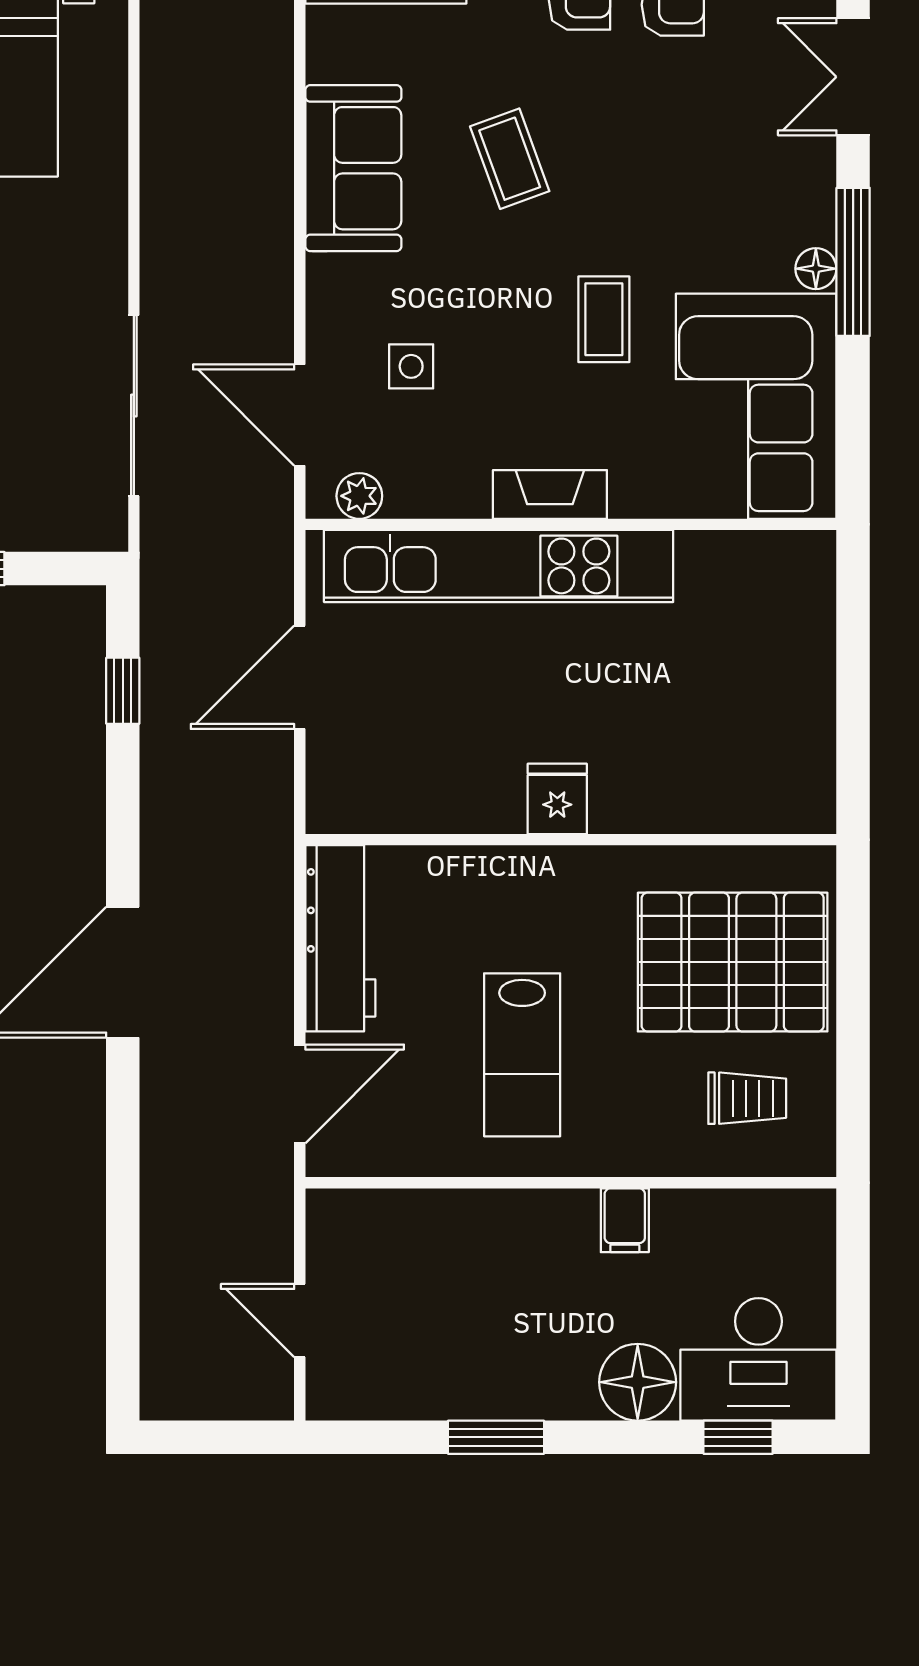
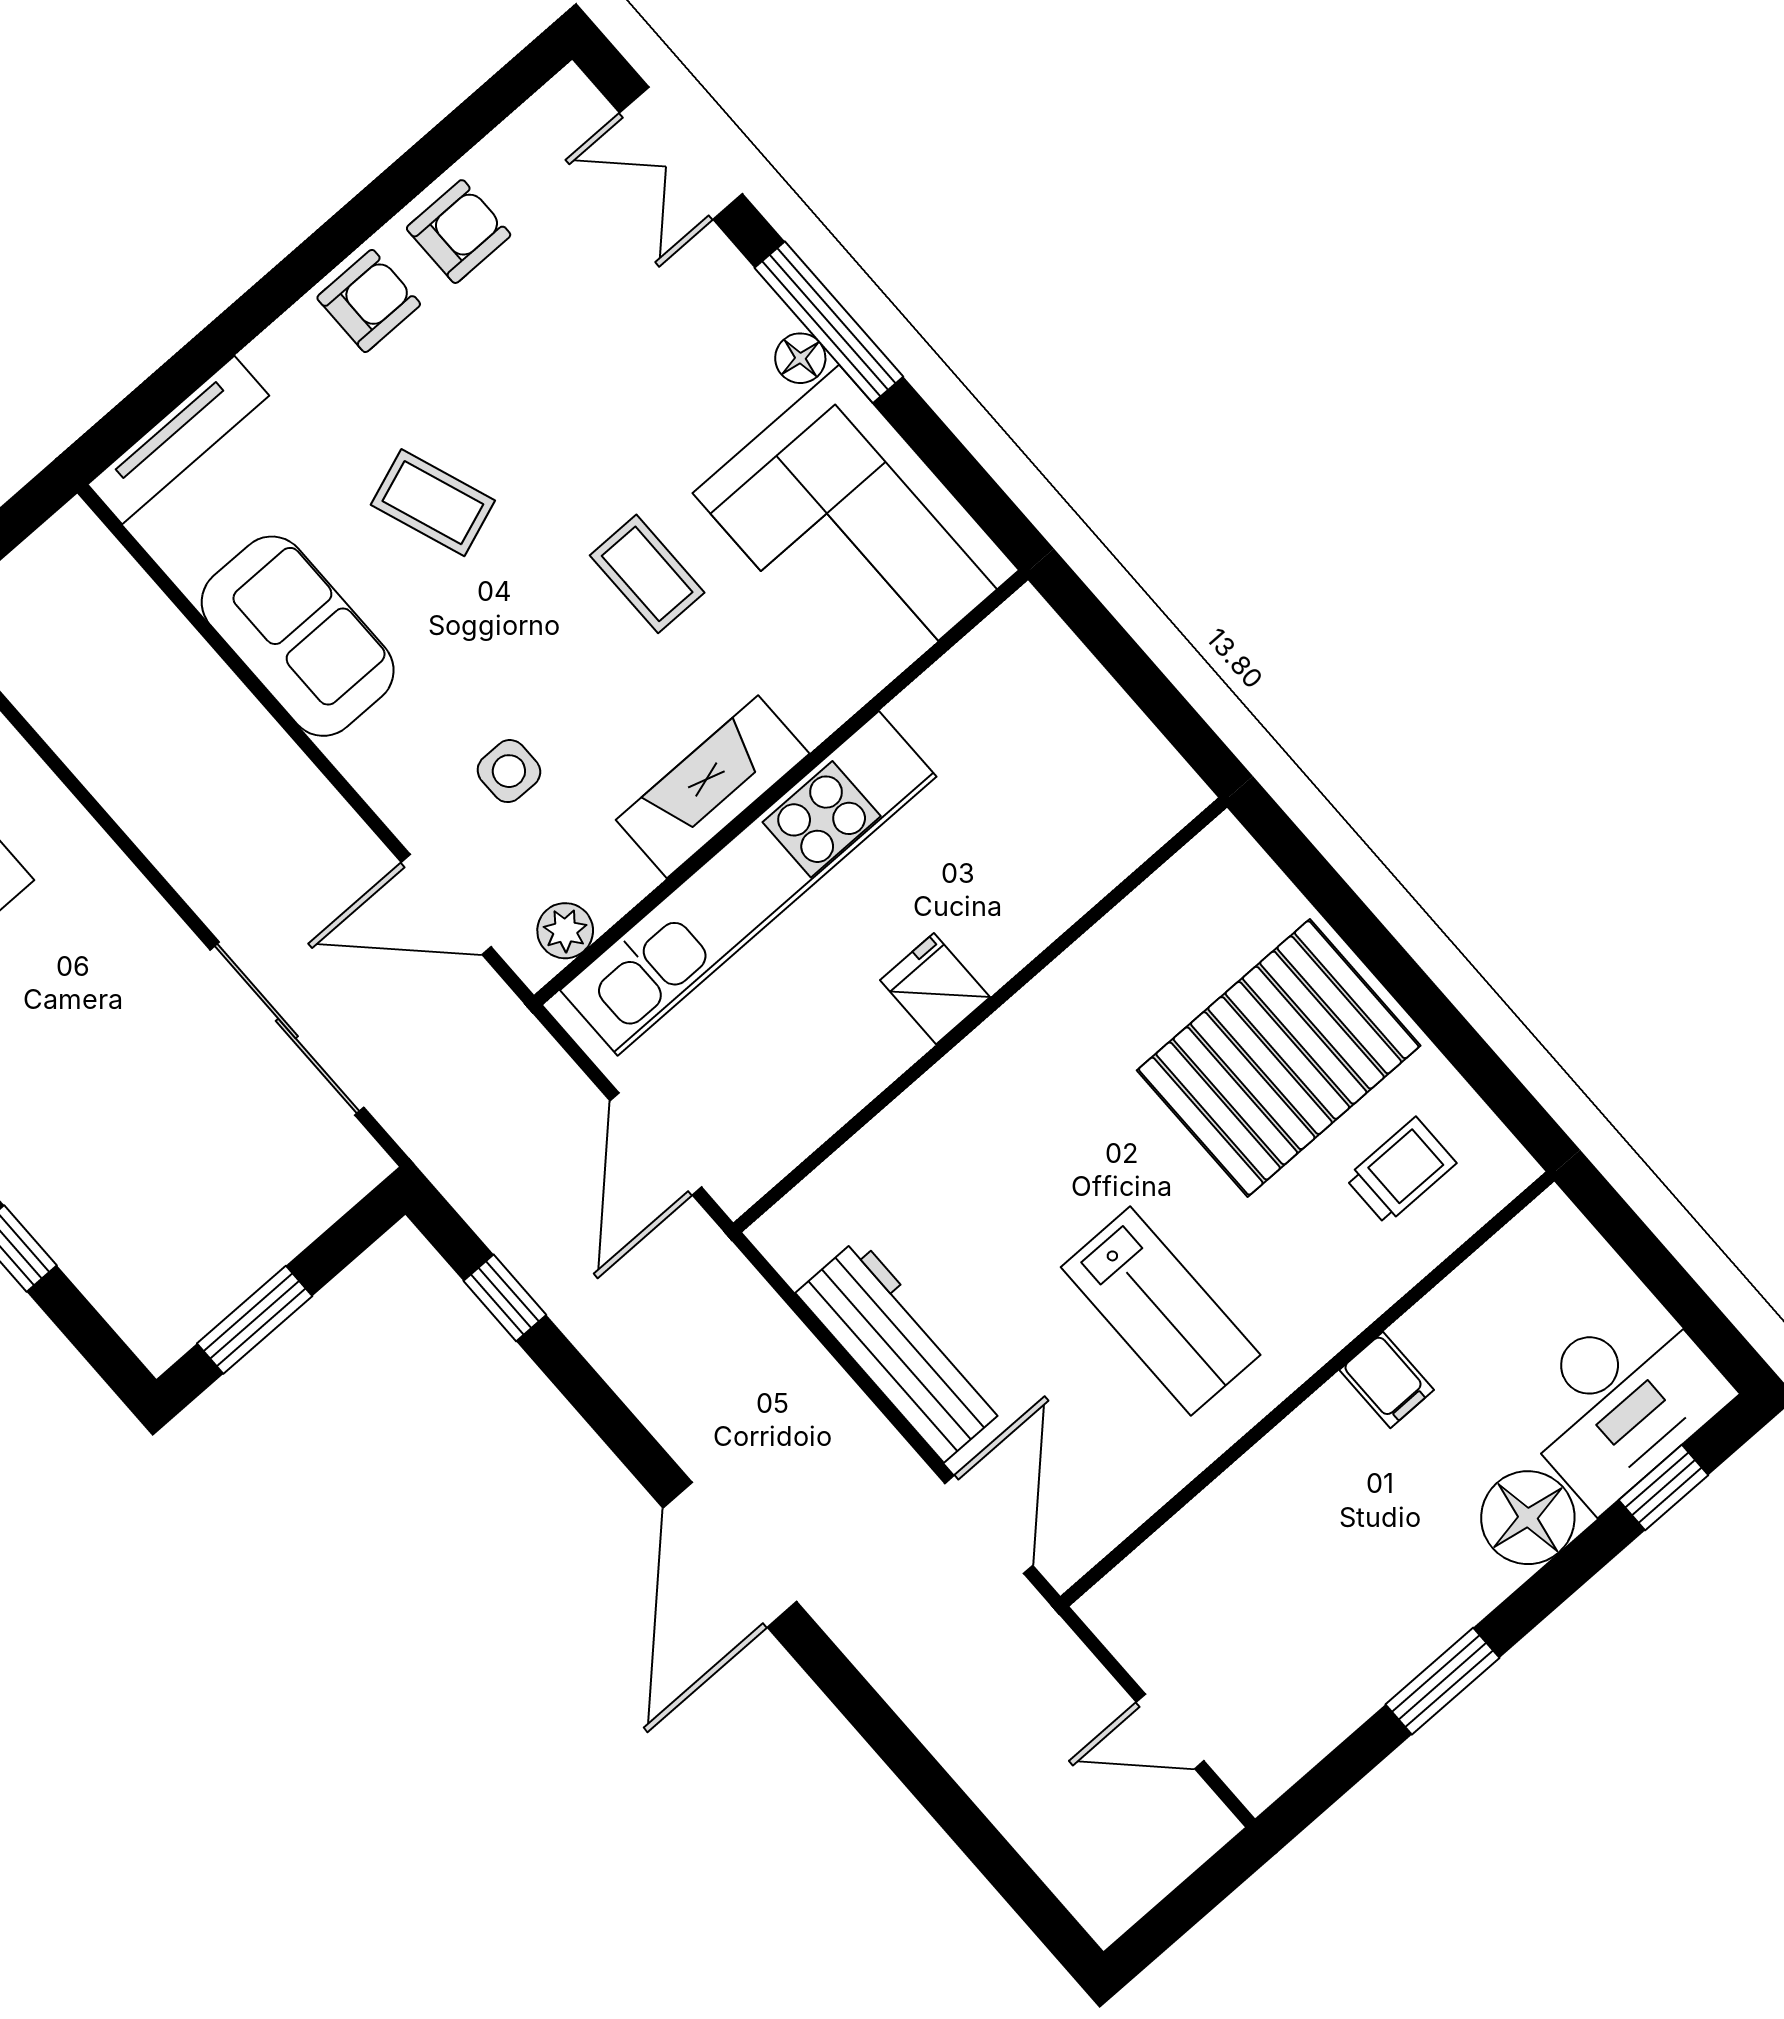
fireplace: (550, 494) -> (713, 787), width x1.37, depth x1.32
fridge: (557, 799) -> (935, 989), moved
wall: (571, 840) -> (980, 1015), moved

